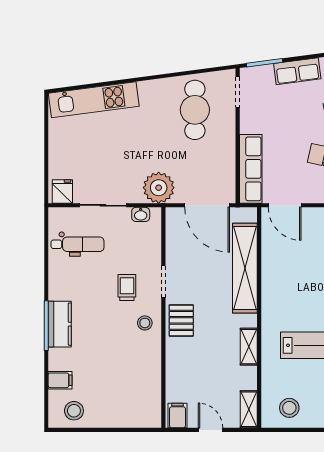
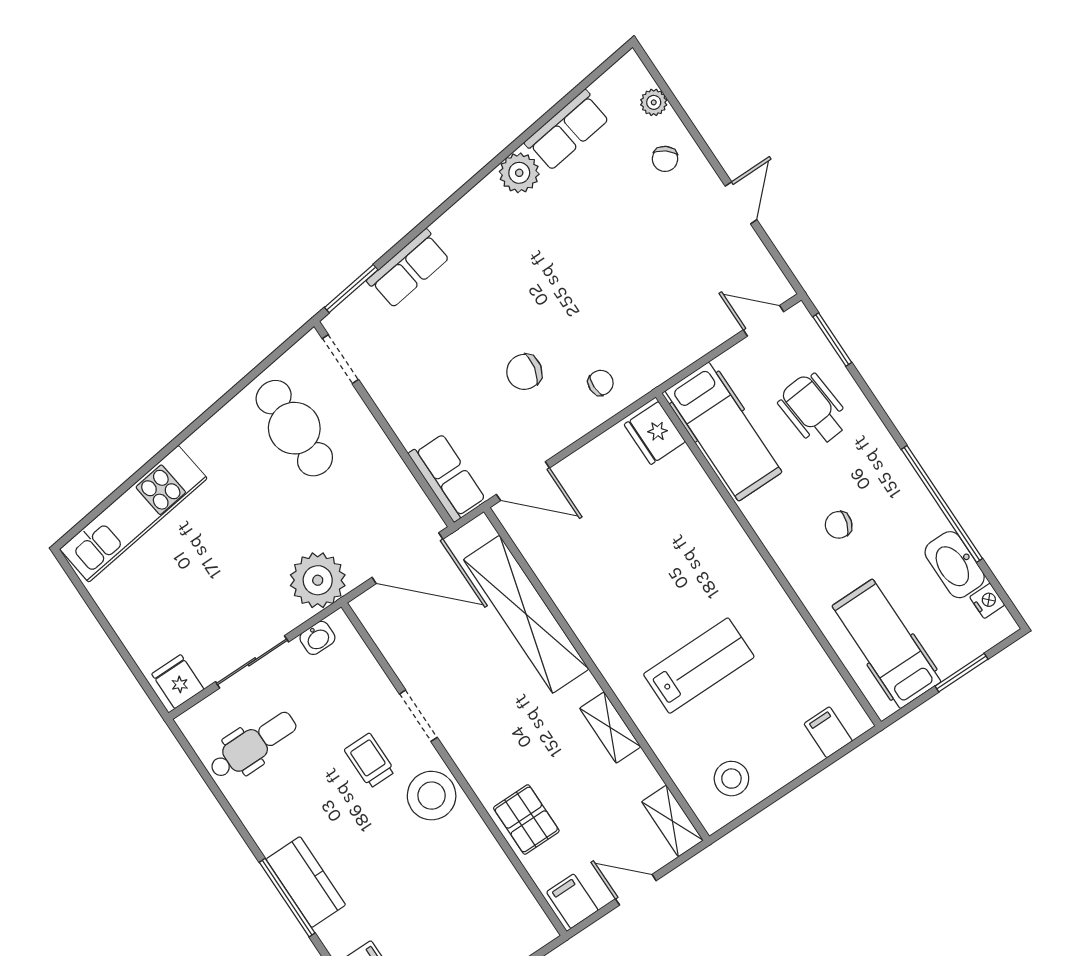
row of seats: (251, 169) -> (447, 477), width x0.68
pallet: (181, 320) -> (526, 819), moved
stool: (145, 323) -> (432, 796), width x1.89, depth x1.89

